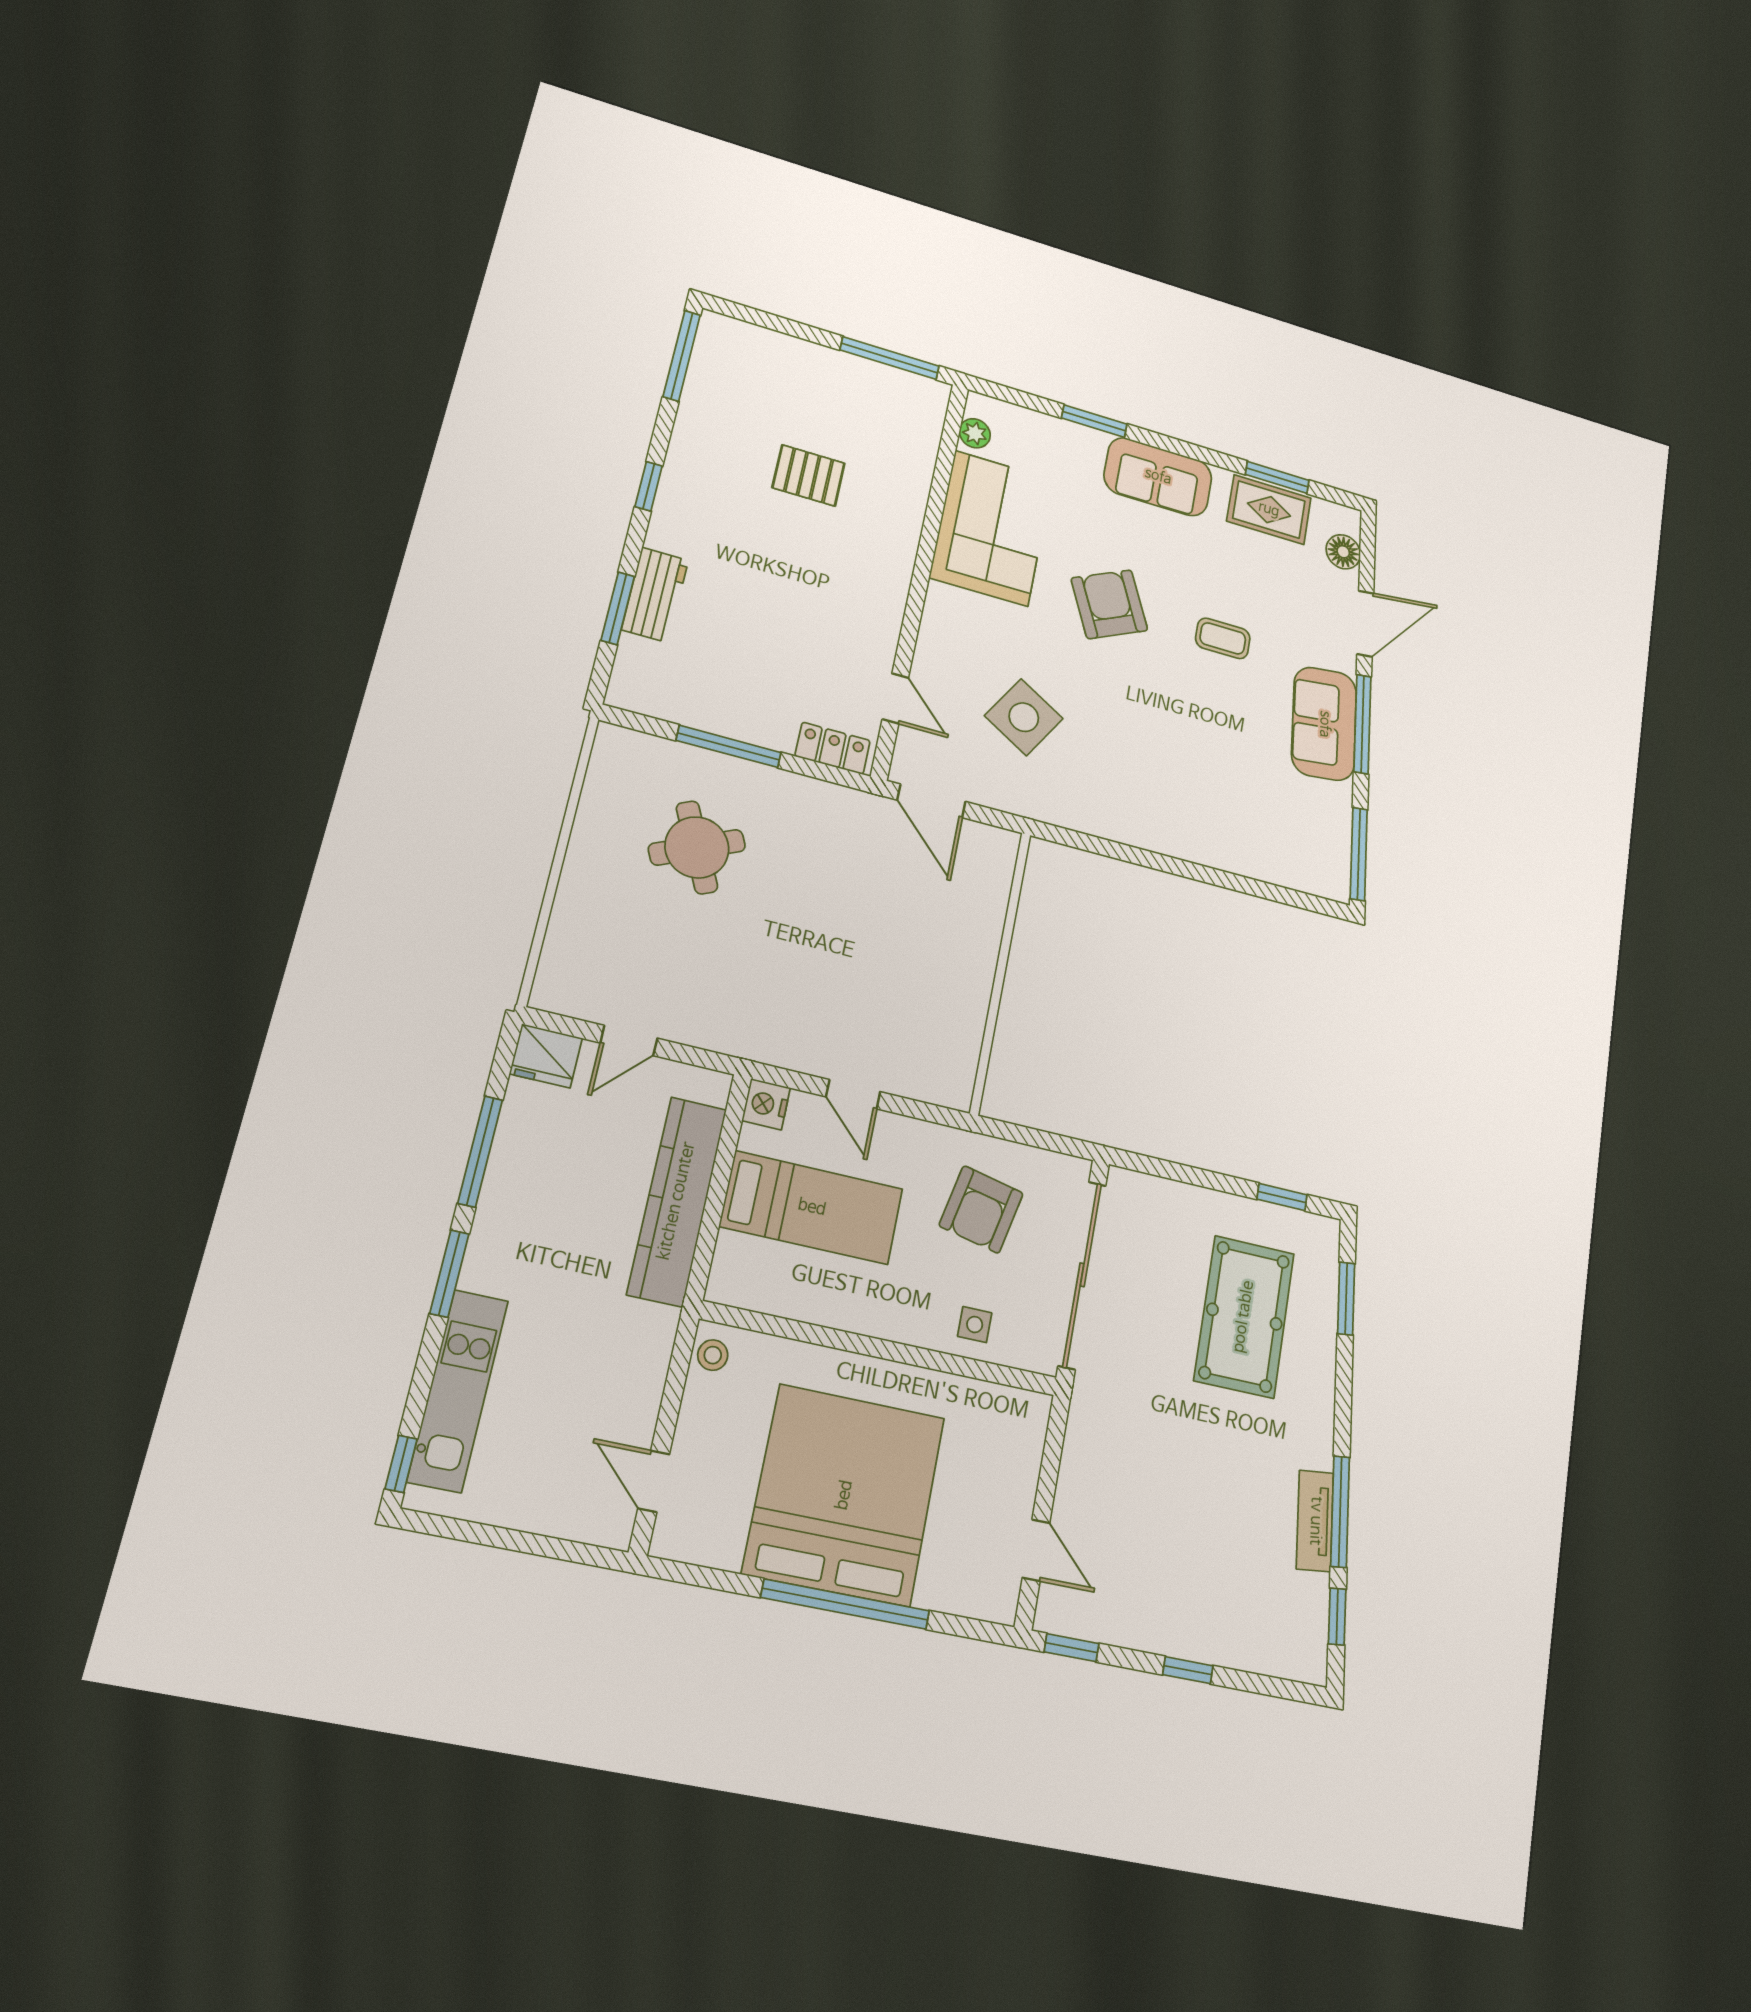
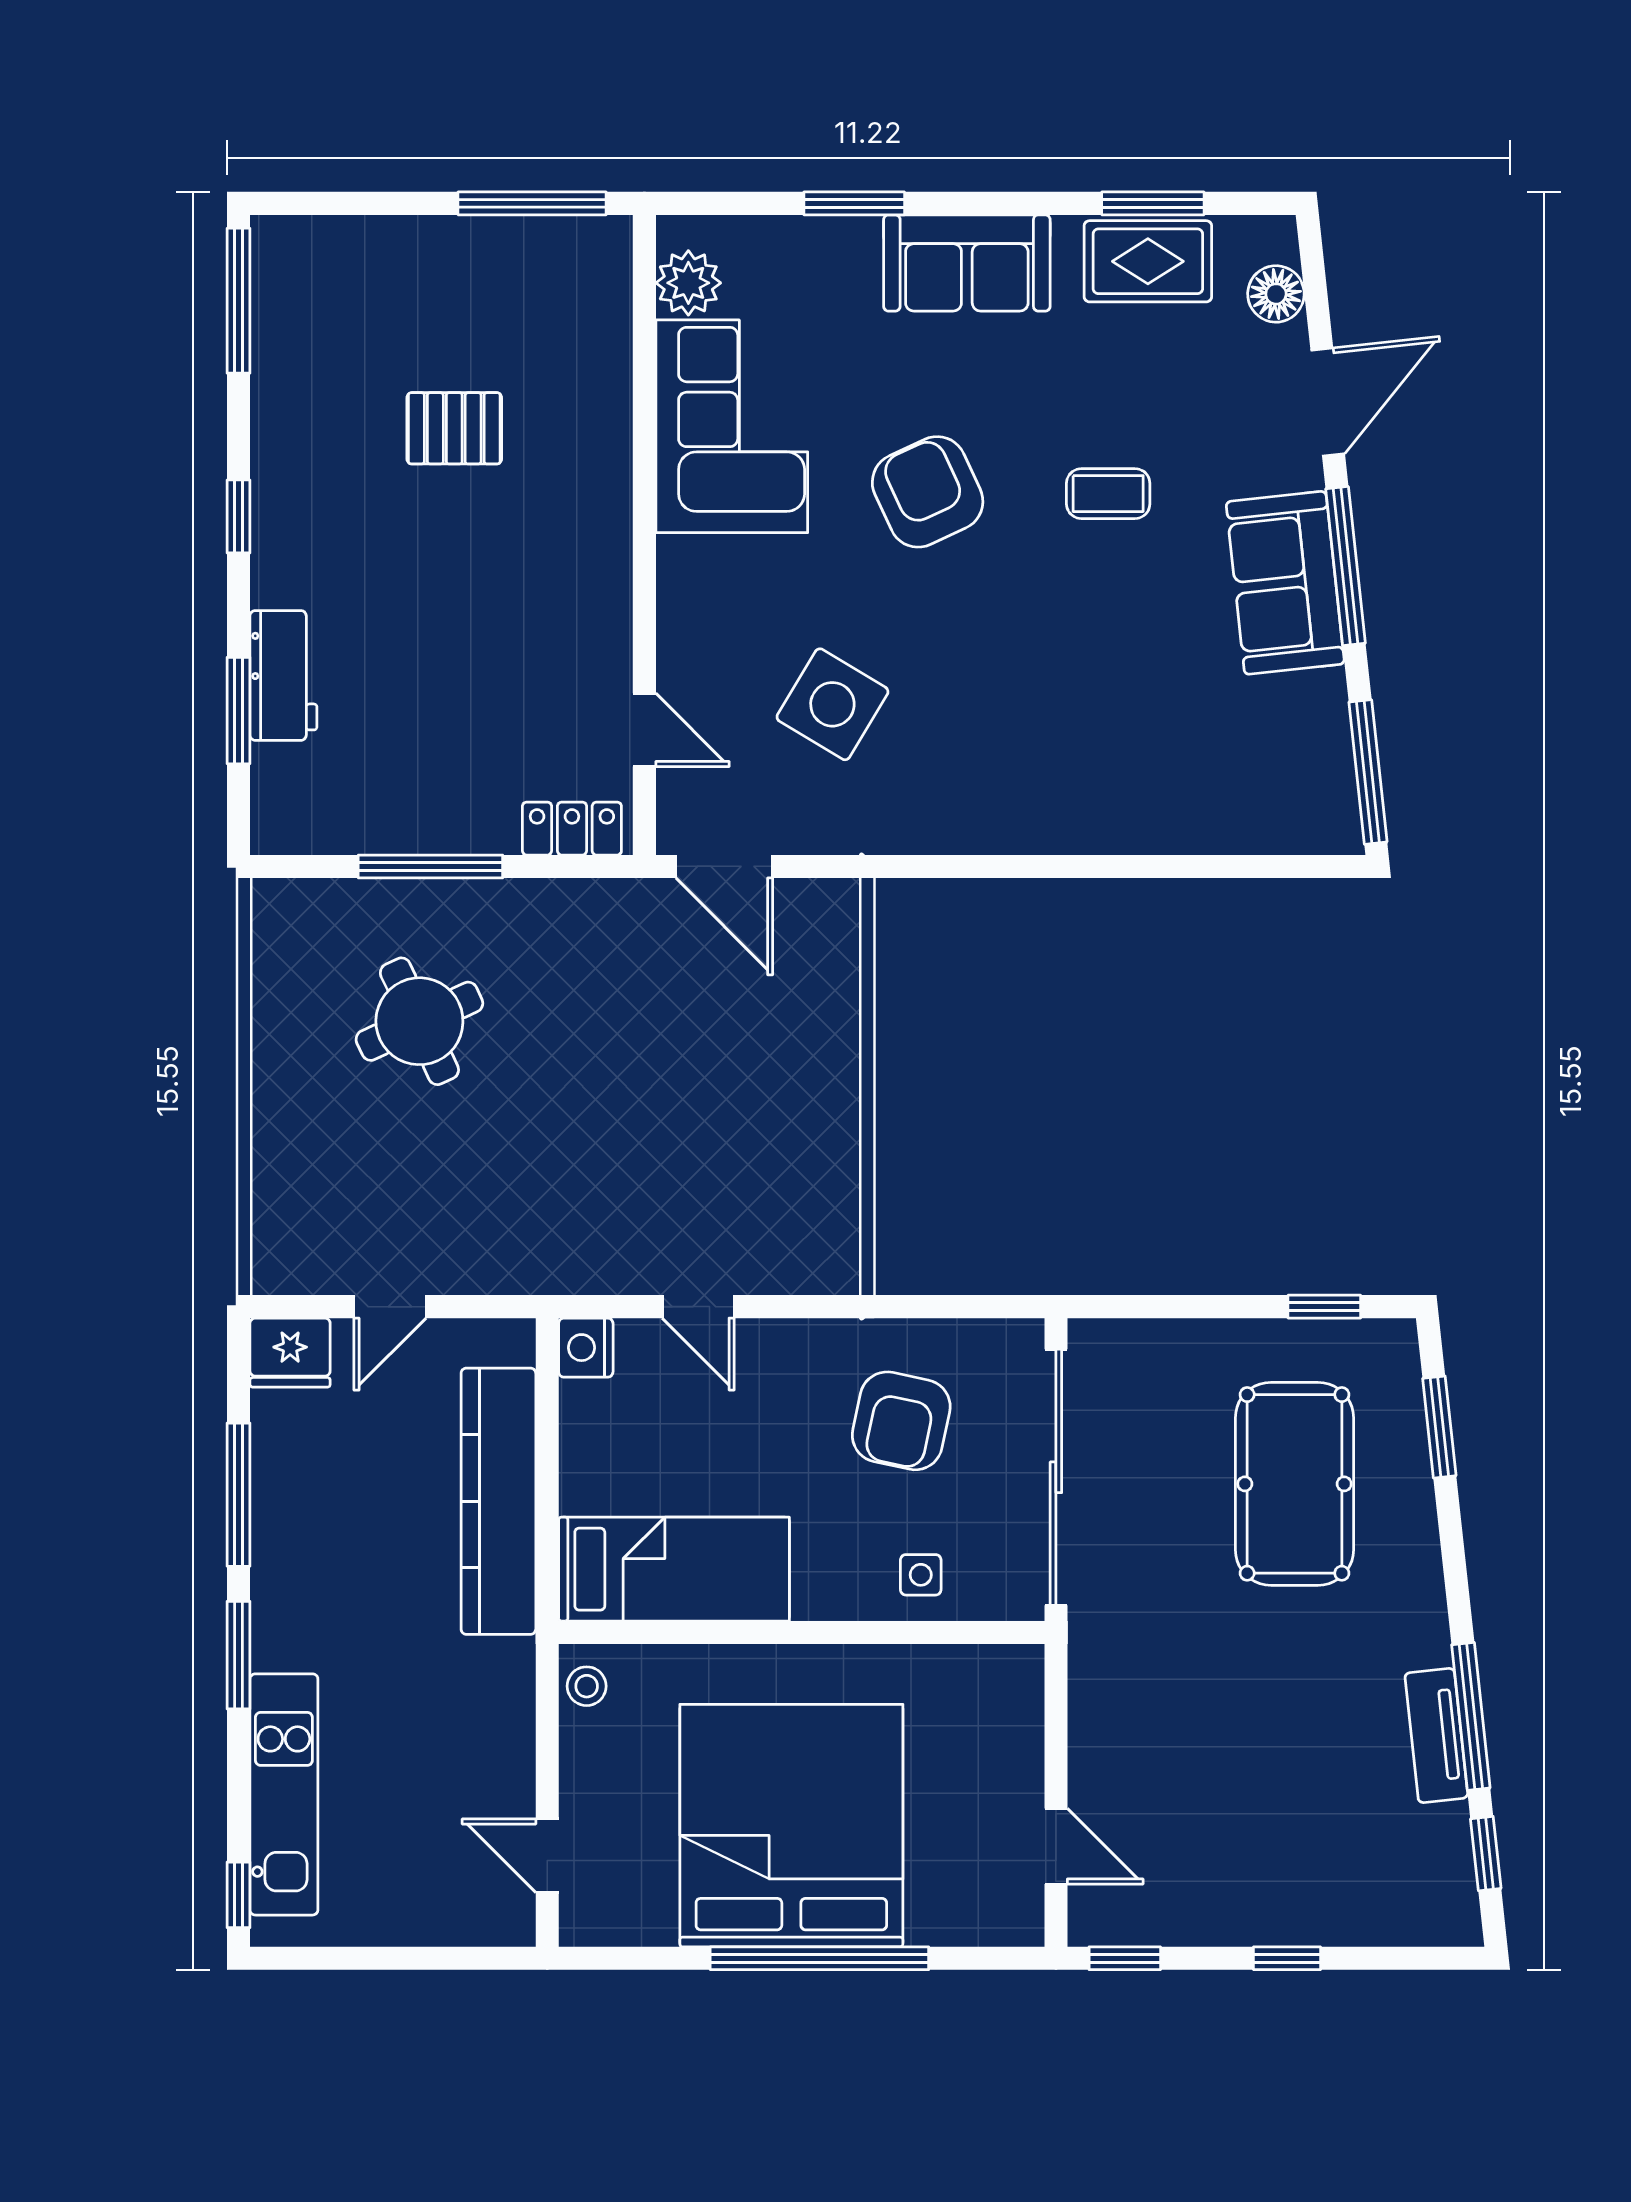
plant: (975, 433) -> (688, 283), width x1.38, depth x1.38
bed: (812, 1208) -> (674, 1569), moved

